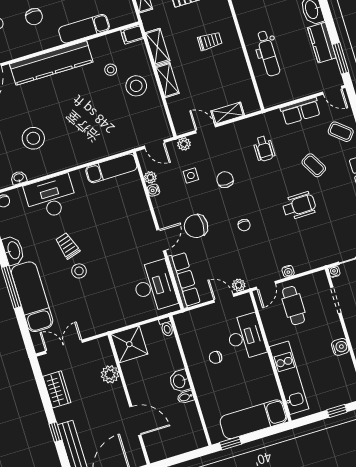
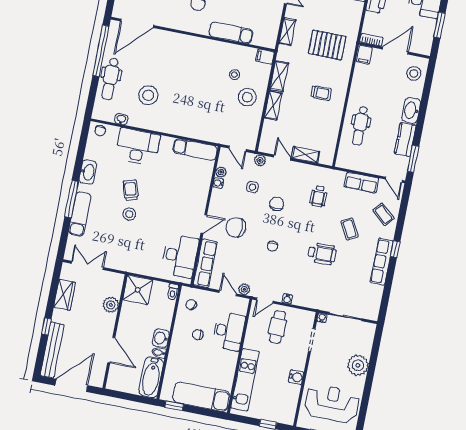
kitchen counter: (51, 63) -> (192, 46), removed
exam couch: (32, 297) -> (80, 214), width x0.73, depth x0.69
chair: (192, 330) -> (191, 305), added
bathtub: (191, 427) -> (151, 377), added

